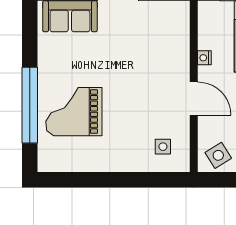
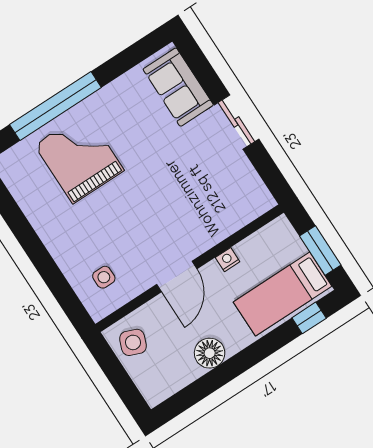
side table: (218, 155) -> (133, 342), turned -37

